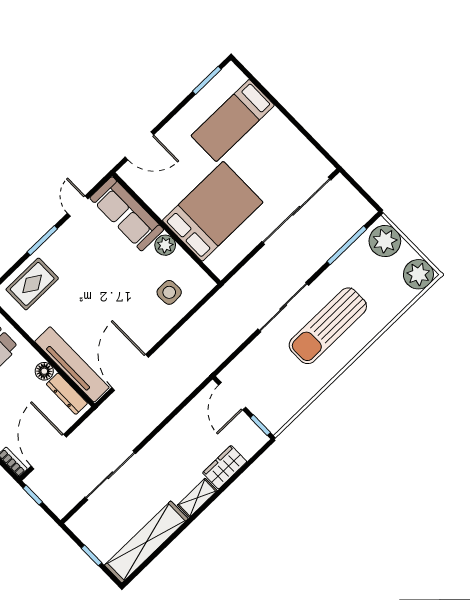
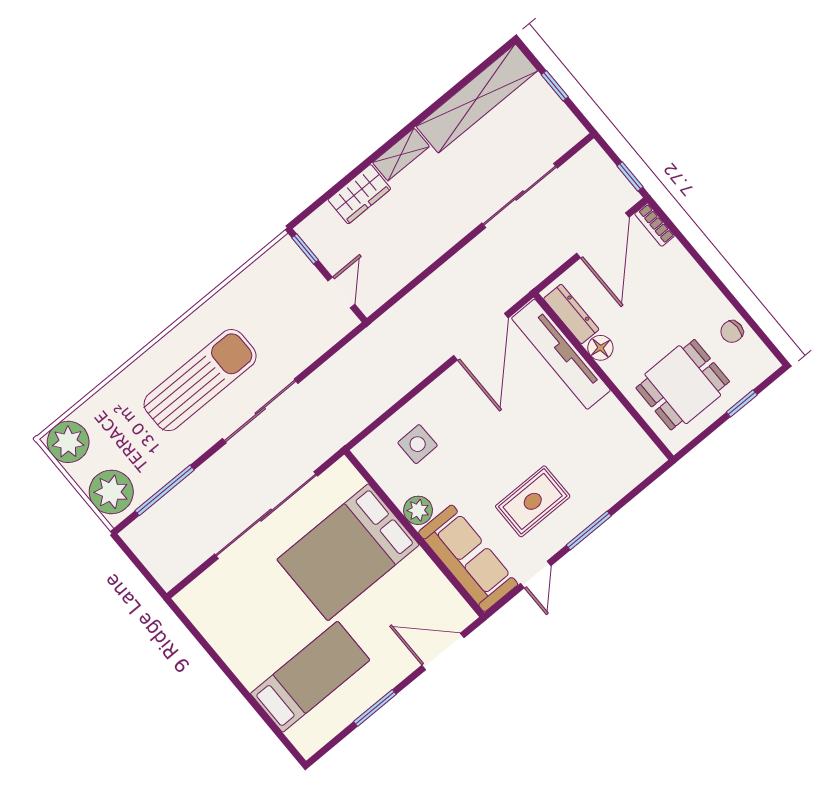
window: (207, 80) -> (375, 708), moved
sliding door: (296, 211) -> (266, 515), moved
rug: (32, 284) -> (533, 501), moved
door: (232, 396) -> (341, 293), width x0.73

